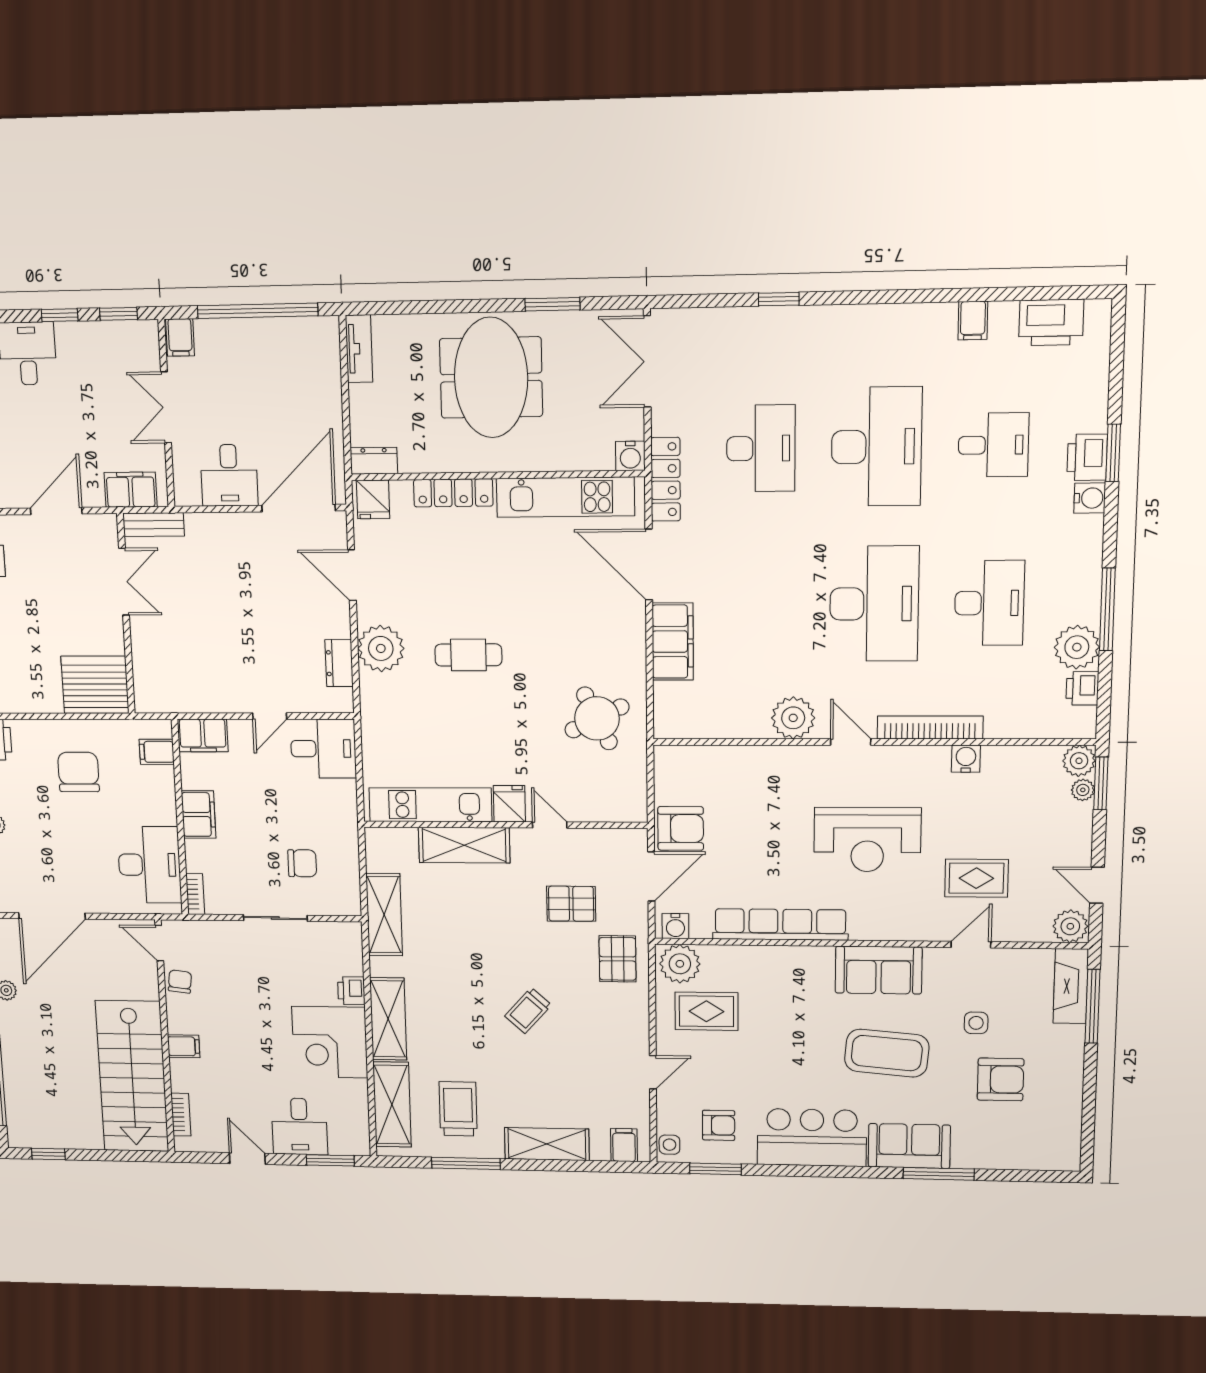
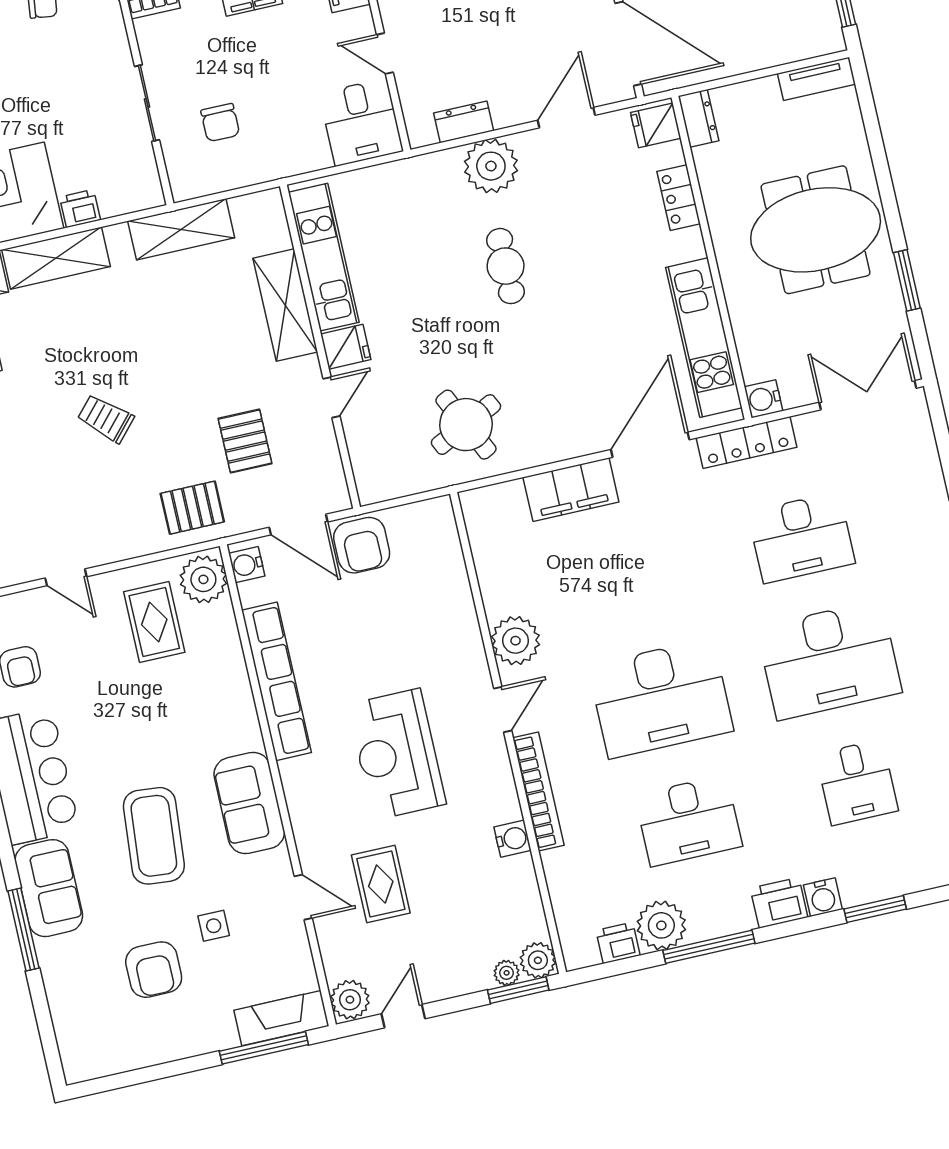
printer: (1087, 457) -> (779, 903), moved
locker: (453, 493) -> (679, 198), width x0.66

